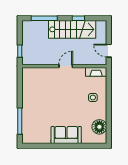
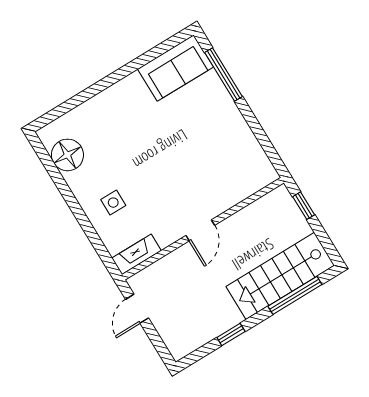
stairs: (72, 29) -> (280, 276), moved
door: (109, 51) -> (137, 309), swing flipped
sofa: (66, 135) -> (175, 68), moved

